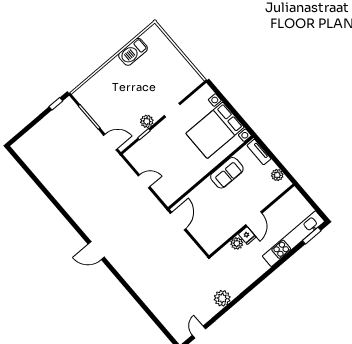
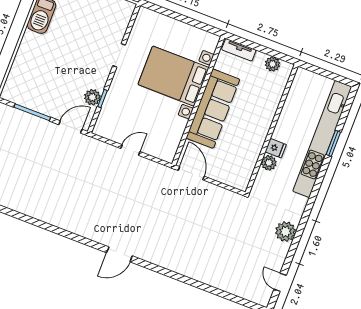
plant: (147, 121) -> (92, 97), moved
bed with nightstands: (215, 130) -> (173, 76), moved, turned 90
sofa: (227, 173) -> (213, 109), width x1.85, depth x1.27
door: (254, 219) -> (273, 126), removed
window: (312, 236) -> (333, 143), moved
kitchen unit: (293, 239) -> (322, 139), width x1.36

